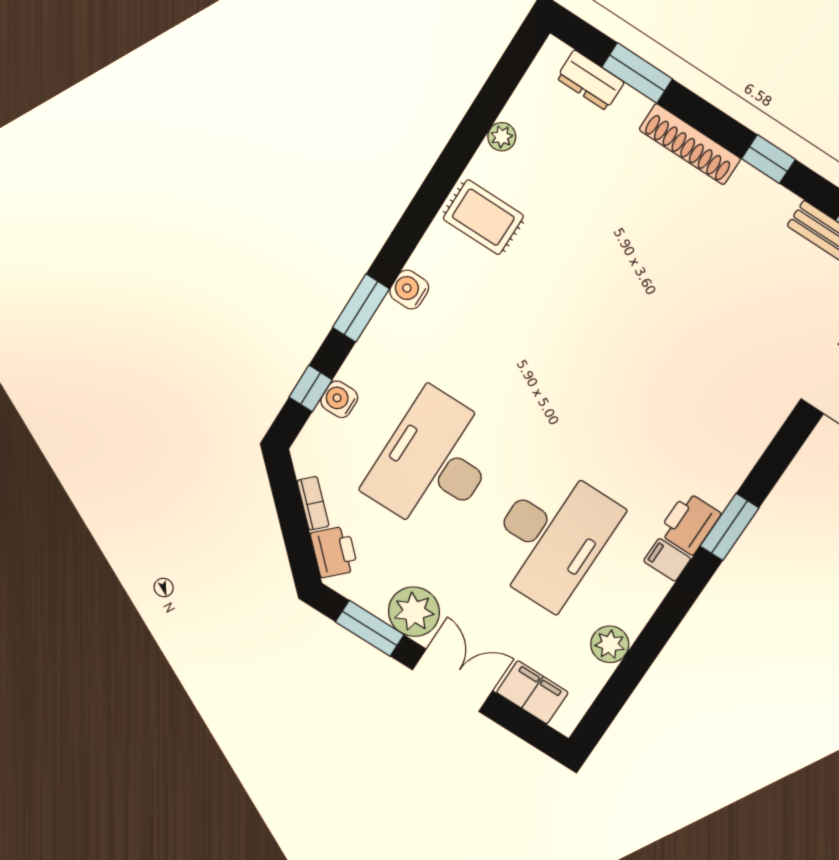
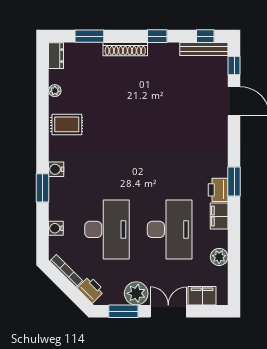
dresser: (590, 80) -> (56, 56), moved, turned -90
window: (311, 388) -> (43, 231), removed
desk: (434, 463) -> (107, 229), turned 180
bookcase: (313, 503) -> (66, 271), width x1.56
filing cabinet: (667, 560) -> (219, 216), width x2.00

